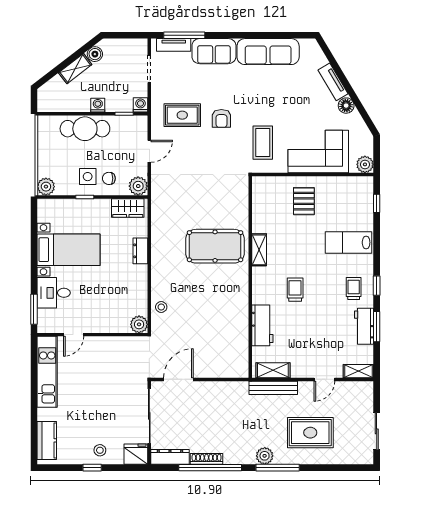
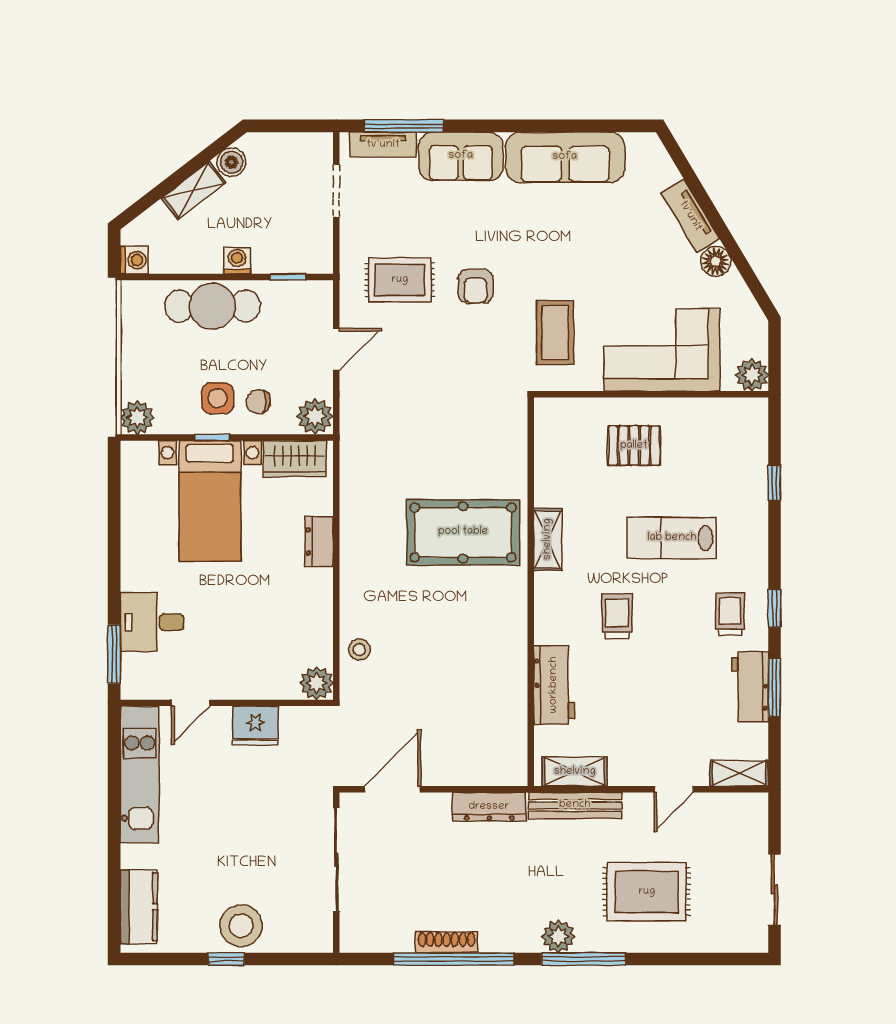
washing machine: (140, 105) -> (134, 260), moved, turned 90
pallet: (304, 201) -> (634, 446), turned 90
window: (377, 203) -> (774, 483), moved
lab bench: (349, 242) -> (672, 538), moved
bed with nightstands: (69, 250) -> (210, 501), moved, turned 90
stool: (100, 450) -> (241, 926), width x1.89, depth x1.89
fridge: (136, 454) -> (255, 726), moved, turned 180
dresser: (170, 457) -> (489, 807), moved, turned 180

